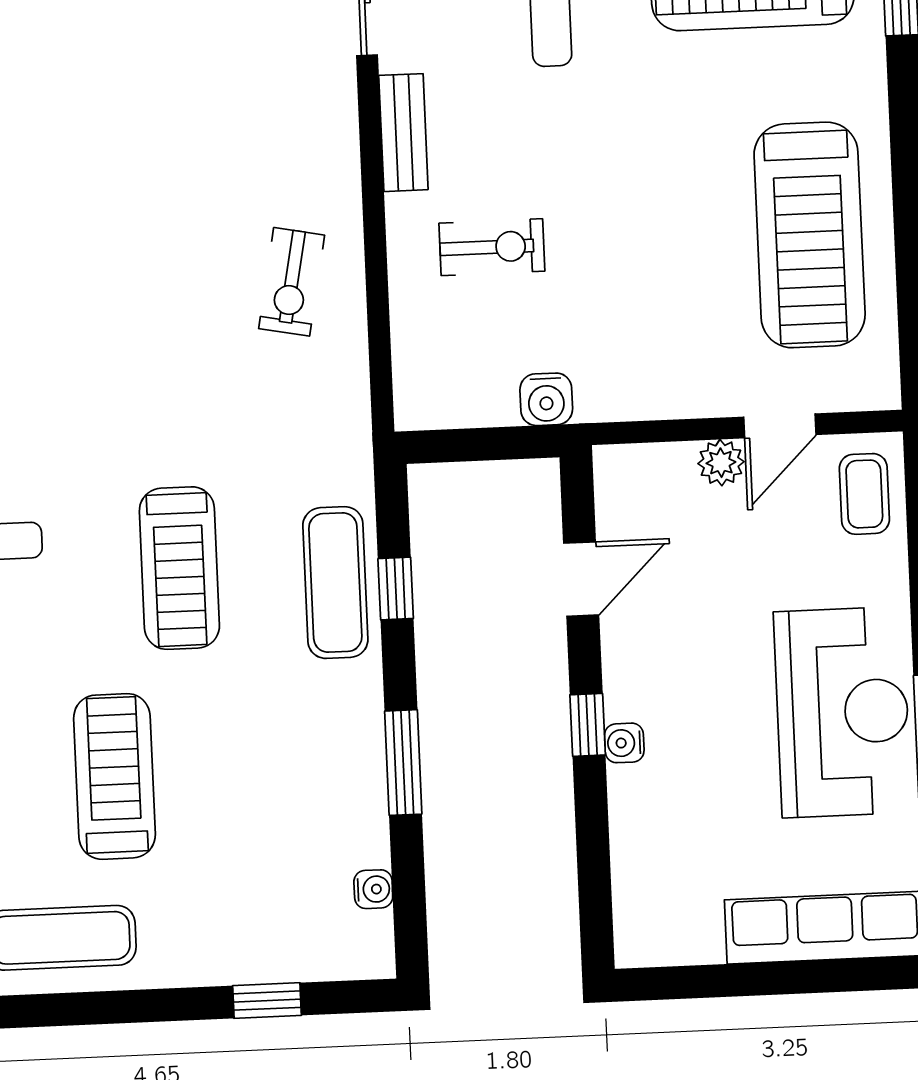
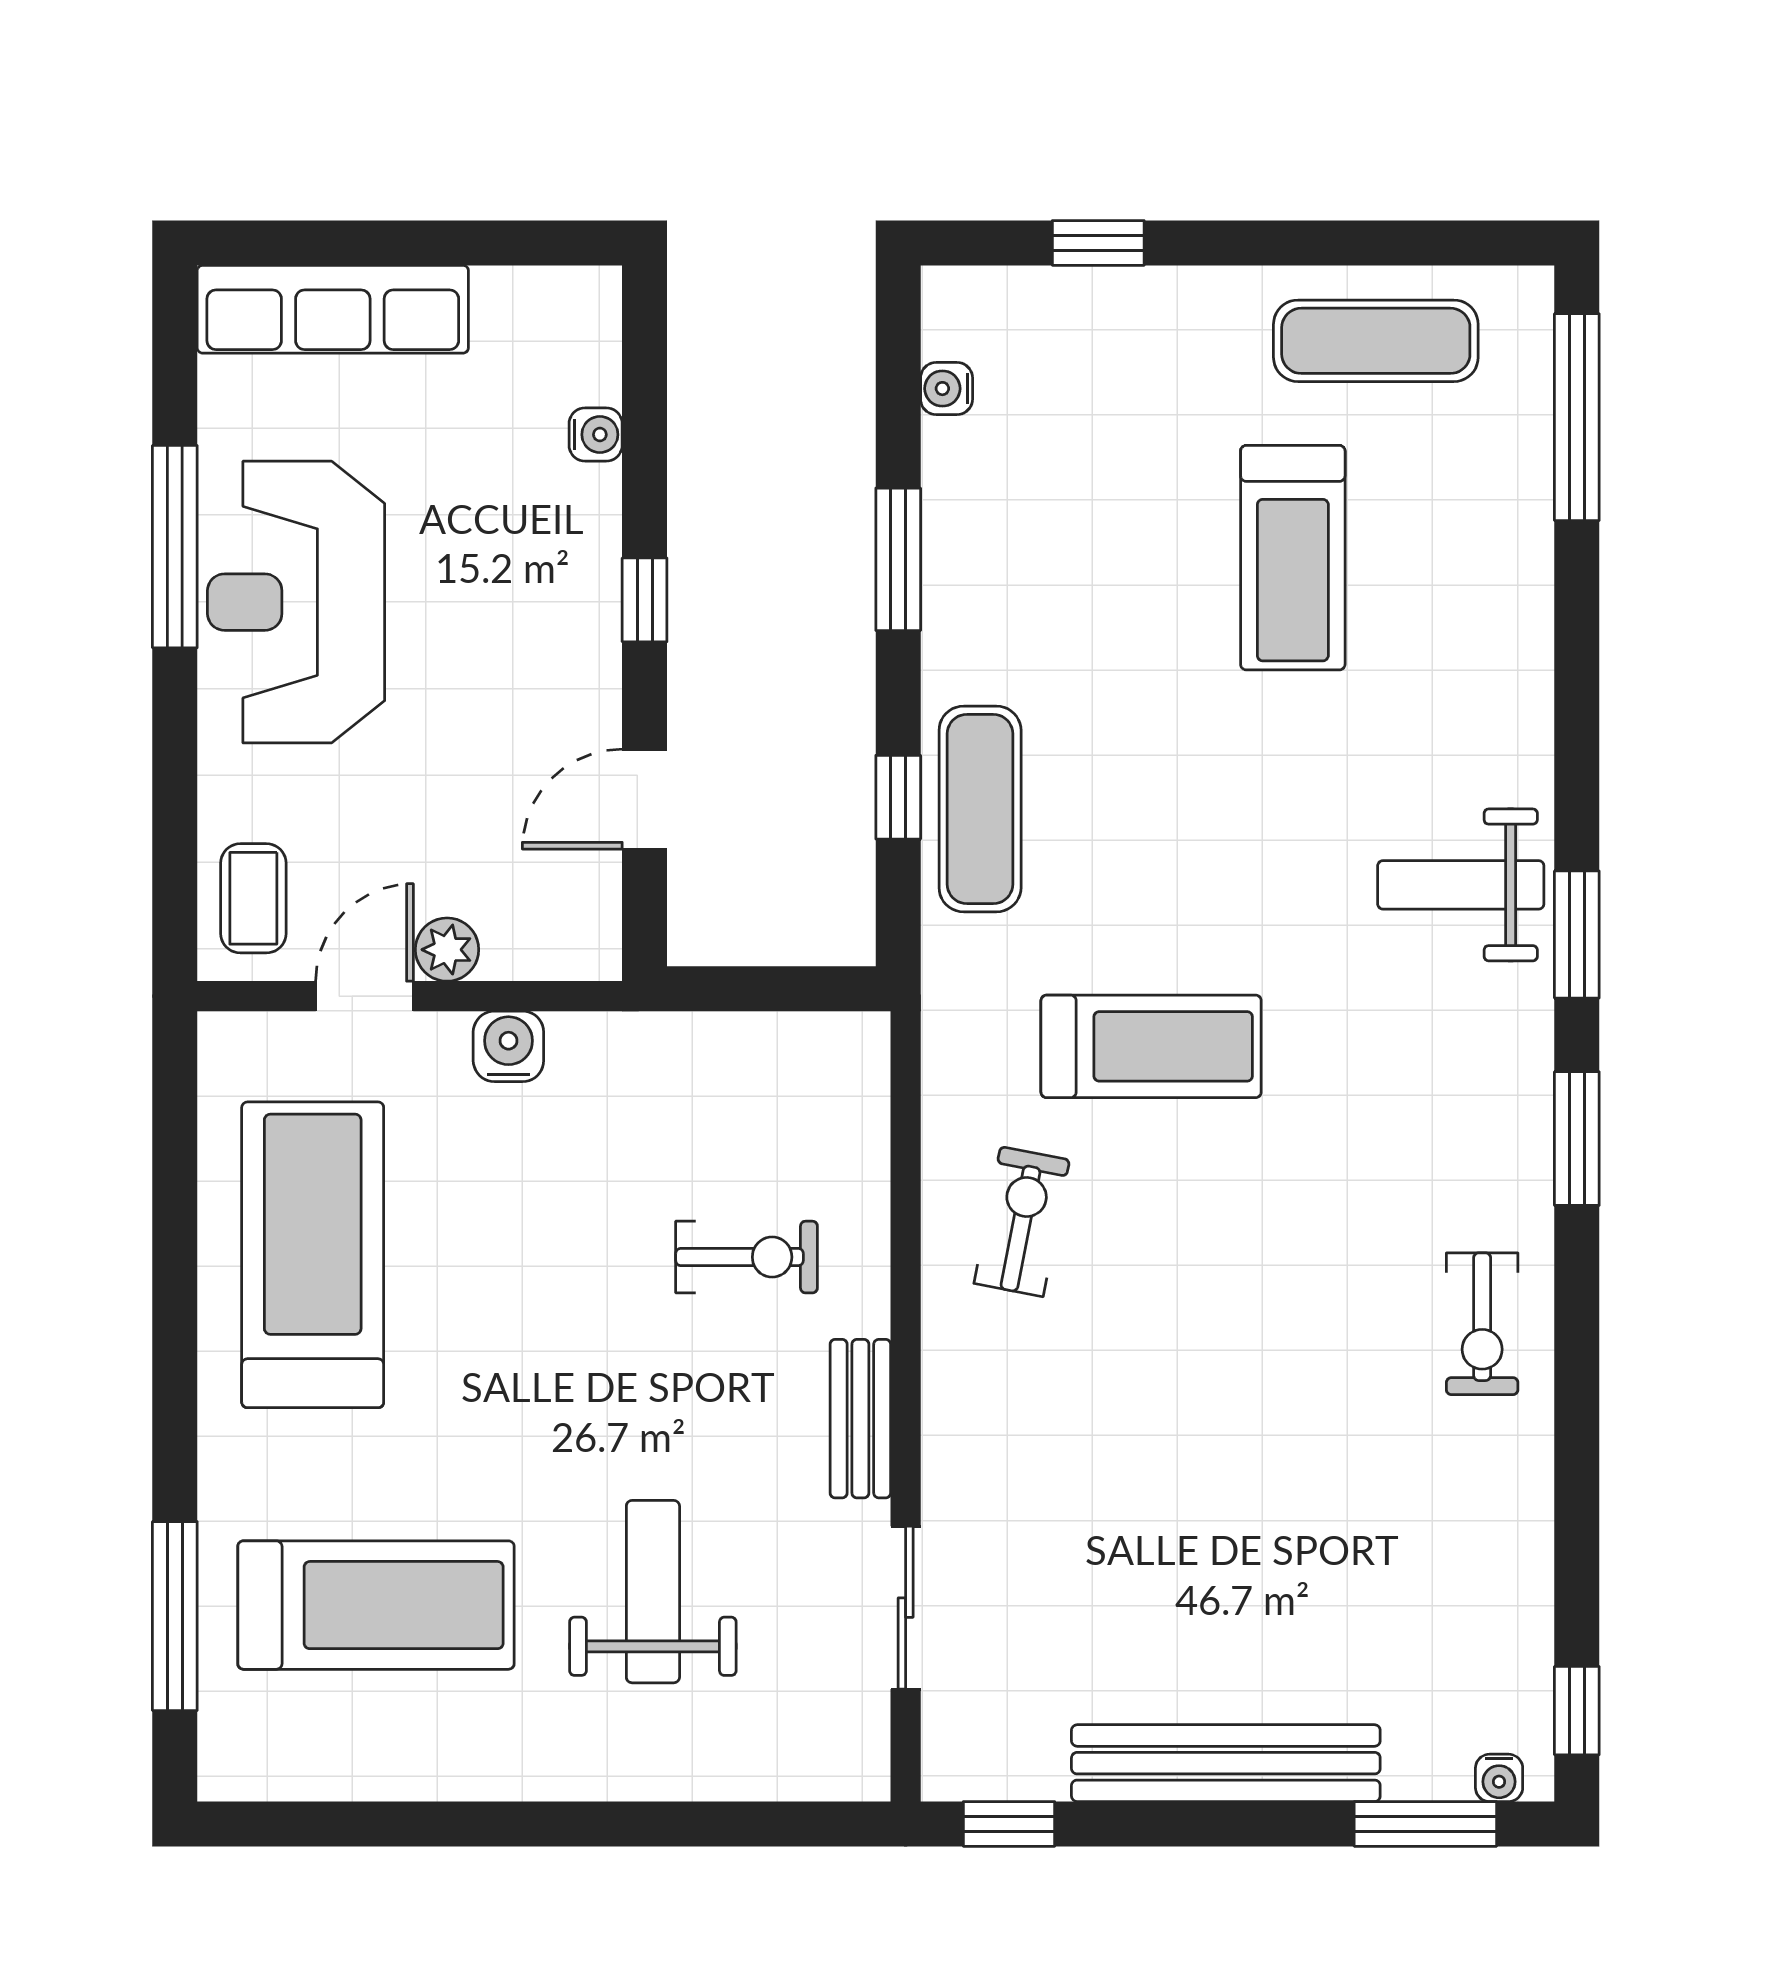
exercise bike: (492, 247) -> (747, 1257), turned 180
water cooler: (546, 399) -> (508, 1046), moved
treadmill: (179, 568) -> (1151, 1046), moved, turned 90
water cooler: (624, 743) -> (596, 435), moved

